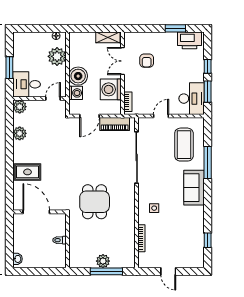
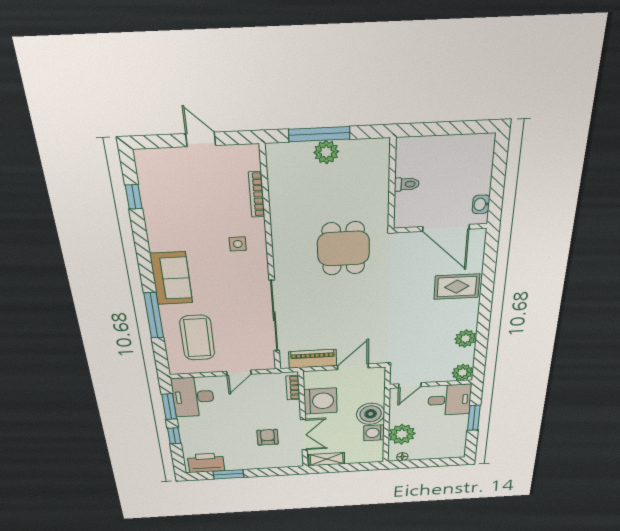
washing machine: (76, 93) -> (374, 433), moved
washbasin: (17, 259) -> (481, 204), moved

